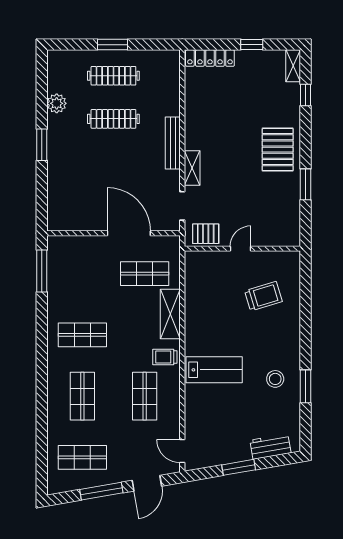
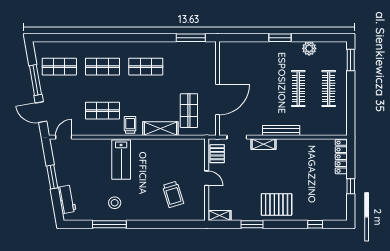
window: (113, 45) -> (351, 60), moved
shelving: (293, 66) -> (219, 215), moved
shop shelf: (82, 335) -> (146, 67), turned 90
window: (306, 386) -> (109, 224), width x1.44
shop shelf: (82, 457) -> (59, 67), turned 90

